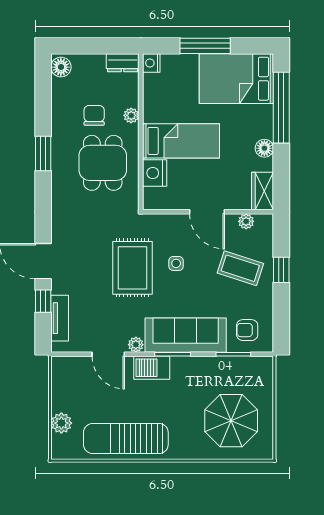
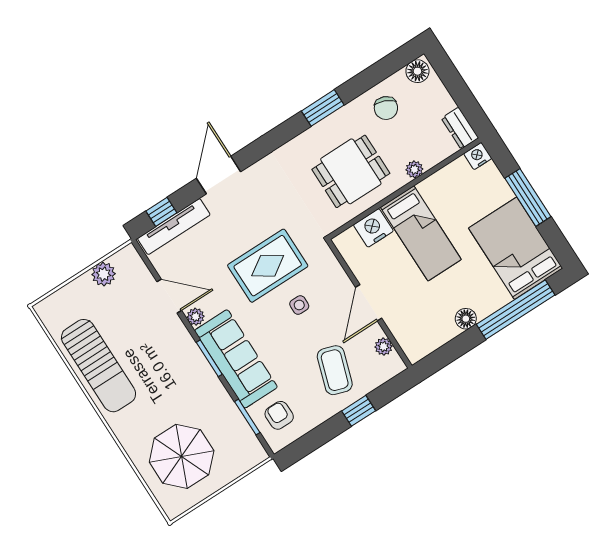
chair: (94, 115) -> (386, 108), moved, turned 113
wardrobe: (263, 191) -> (423, 343), removed
window: (43, 301) -> (161, 212), moved
tv unit: (60, 318) -> (174, 227), width x1.41
door: (108, 354) -> (169, 296), swing flipped
barbecue: (152, 368) -> (183, 347), removed
plant: (61, 423) -> (104, 274), moved
sun lounger: (126, 439) -> (99, 366), turned 180

